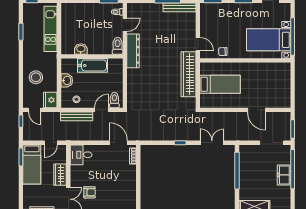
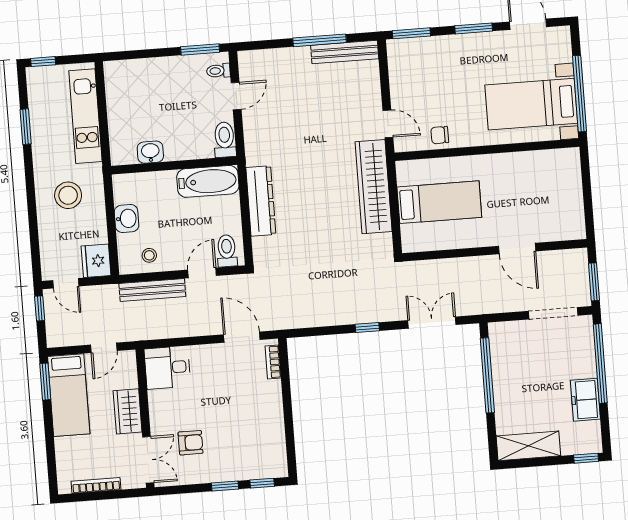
dresser: (133, 51) -> (261, 201), moved
bathtub: (93, 65) -> (208, 181), moved
stool: (36, 77) -> (68, 195), moved
freezer: (284, 175) -> (585, 400), moved

